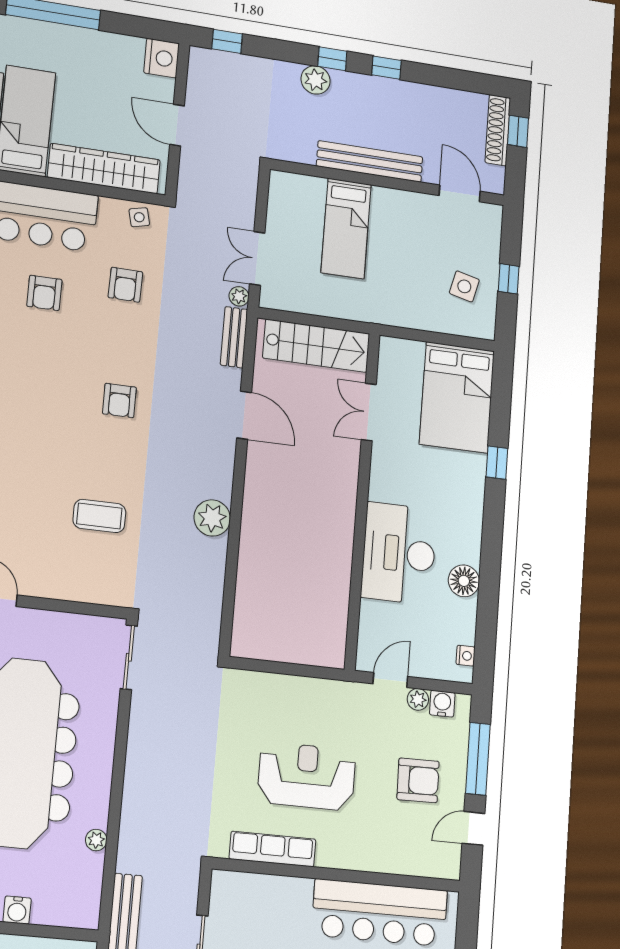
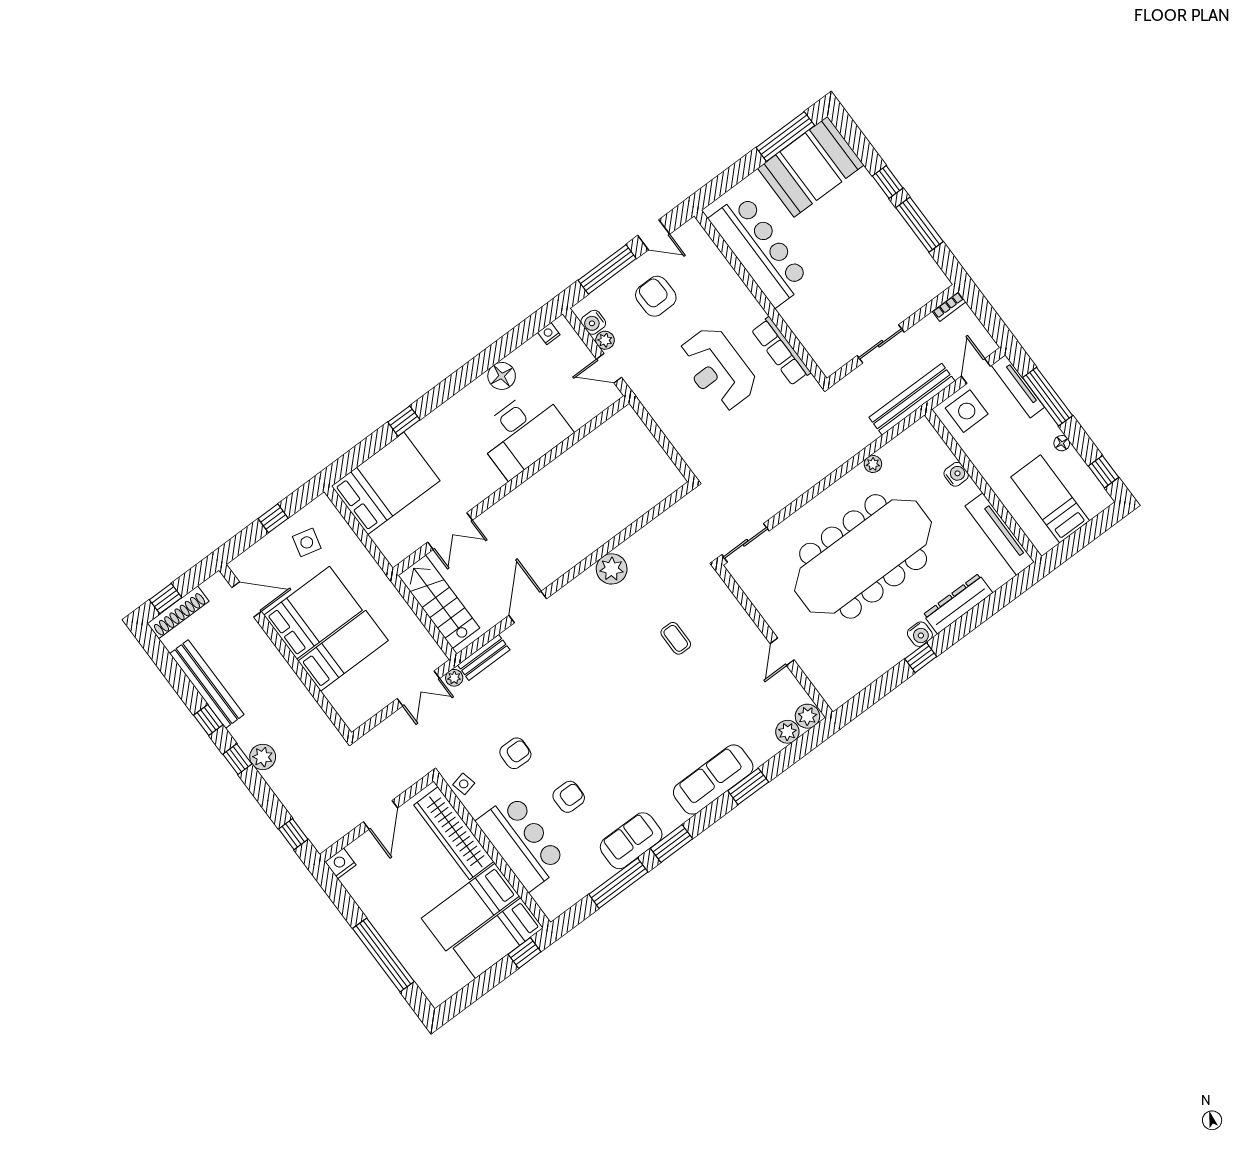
nightstand: (162, 58) -> (340, 863), width x0.74, depth x0.75
bench: (370, 161) -> (207, 684), moved
door: (460, 193) -> (247, 599), swing flipped
bed: (400, 235) -> (313, 613), added
armchair: (119, 401) -> (592, 691), removed
coffee table: (99, 516) -> (676, 638), width x0.73, depth x0.77

